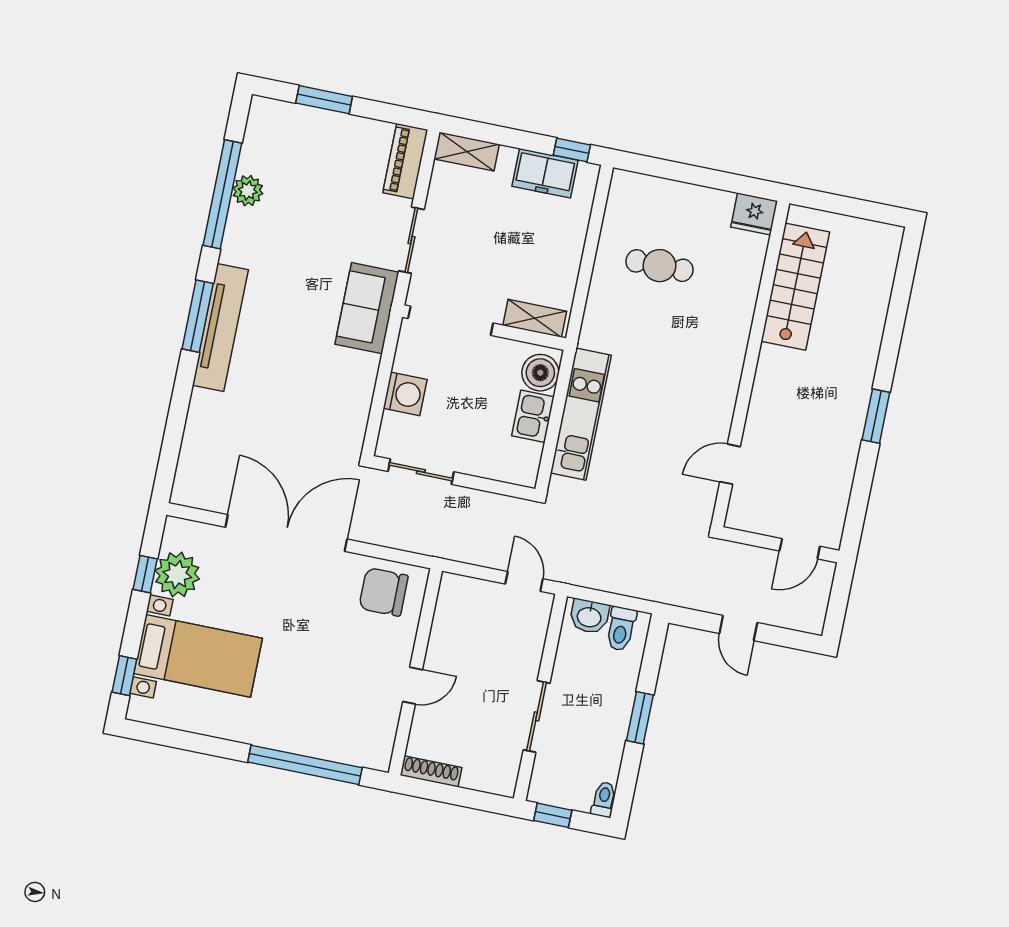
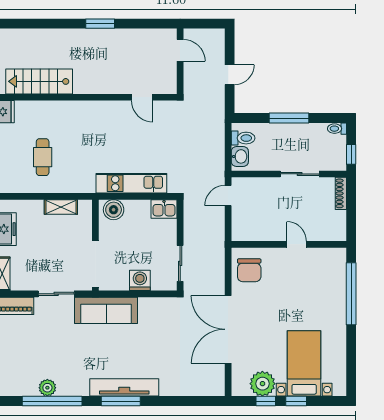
sofa: (367, 308) -> (106, 310), width x1.36
shelving: (535, 318) -> (61, 207), moved, turned 90
kitchen sink: (533, 416) -> (164, 209), moved
window: (124, 676) -> (296, 401), moved
window: (640, 718) -> (289, 118), width x1.44
shoe rack: (431, 771) -> (341, 193), moved

